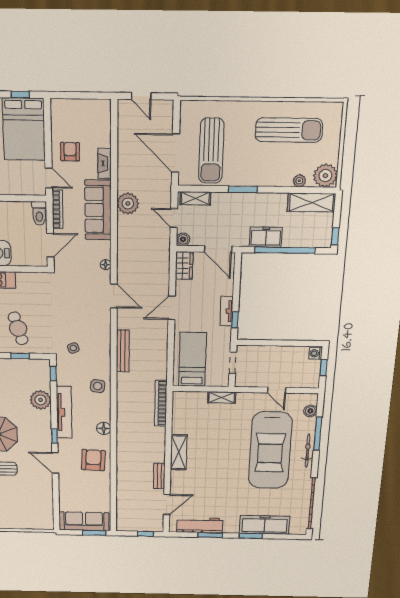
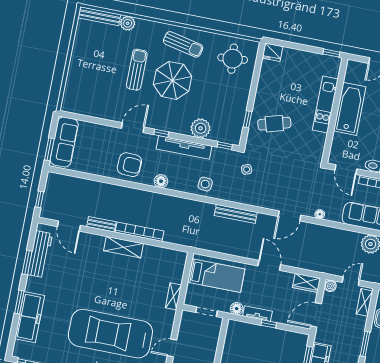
window: (235, 320) -> (269, 324), moved
floor lamp: (225, 333) -> (237, 309), added
bookcase: (161, 403) -> (140, 232), moved

